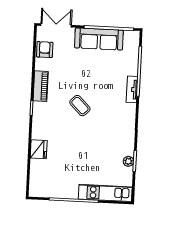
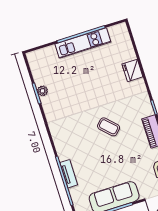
tv unit: (132, 89) -> (69, 174), moved
kitchen unit: (105, 193) -> (83, 43), moved

